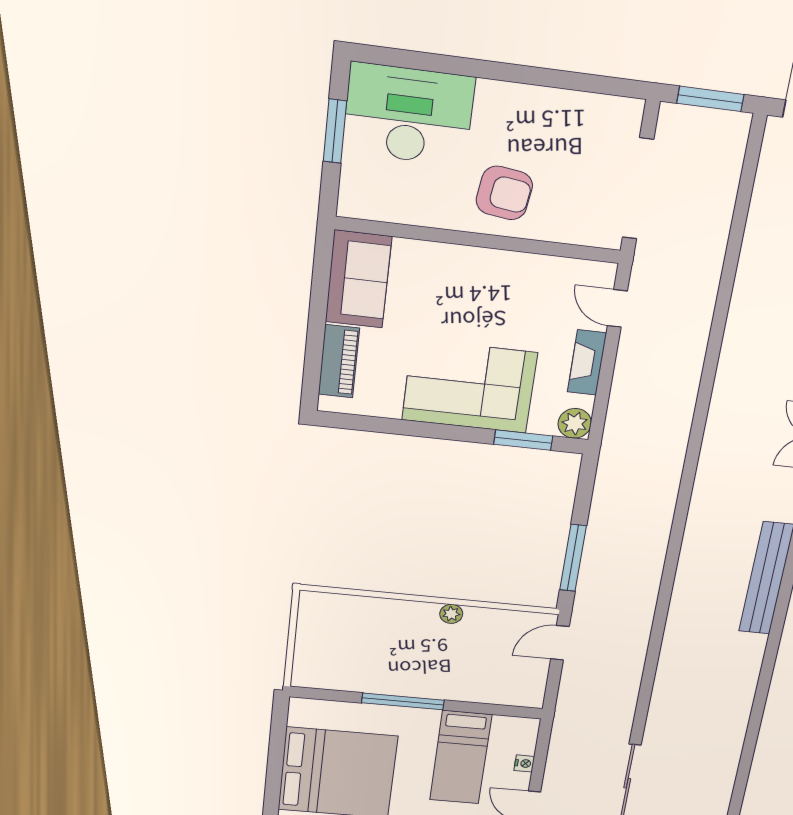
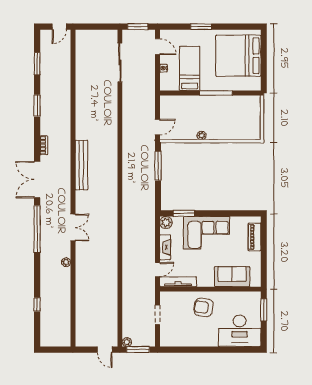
plant: (738, 124) -> (127, 342), added
window: (335, 131) -> (264, 310), moved
doorway: (638, 189) -> (157, 315), width x0.53
tv unit: (565, 270) -> (178, 282), added
sofa: (358, 279) -> (232, 277), moved, turned 90
door: (617, 308) -> (157, 270), hinge flipped

